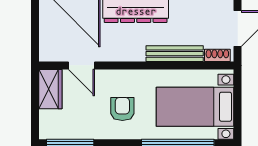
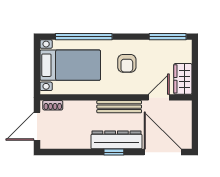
bench: (175, 54) -> (119, 107), moved
door: (81, 65) -> (159, 97), hinge flipped

